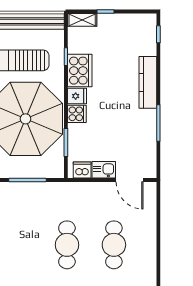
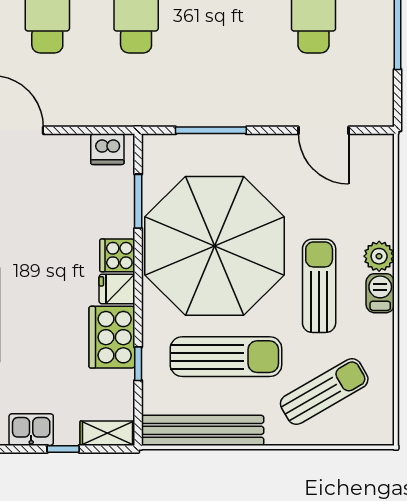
kitchen sink: (104, 170) -> (31, 430), moved, turned 180

